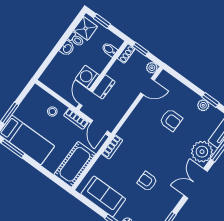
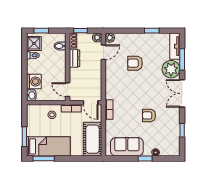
washbasin: (67, 48) -> (31, 95), moved
washing machine: (87, 77) -> (34, 82), moved, turned 180
dresser: (104, 87) -> (74, 58), moved
plant: (203, 105) -> (110, 38), moved
armchair: (171, 120) -> (135, 63), turned 180

